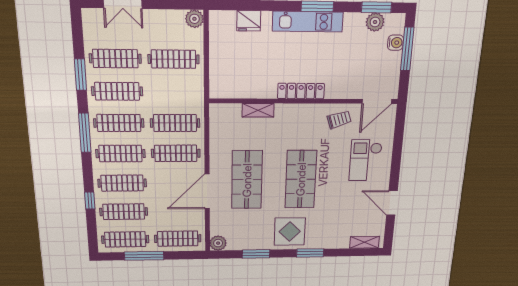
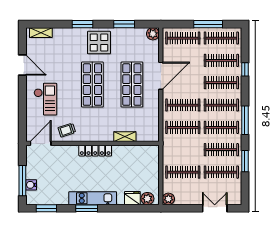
plant: (375, 22) -> (147, 199), moved

